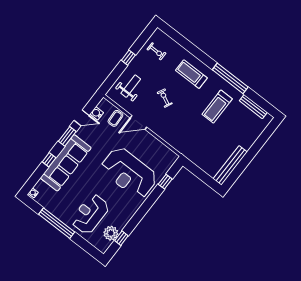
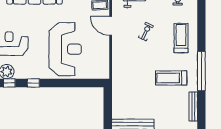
reception desk: (129, 173) -> (65, 49), turned 180
window: (165, 182) -> (33, 83), moved

